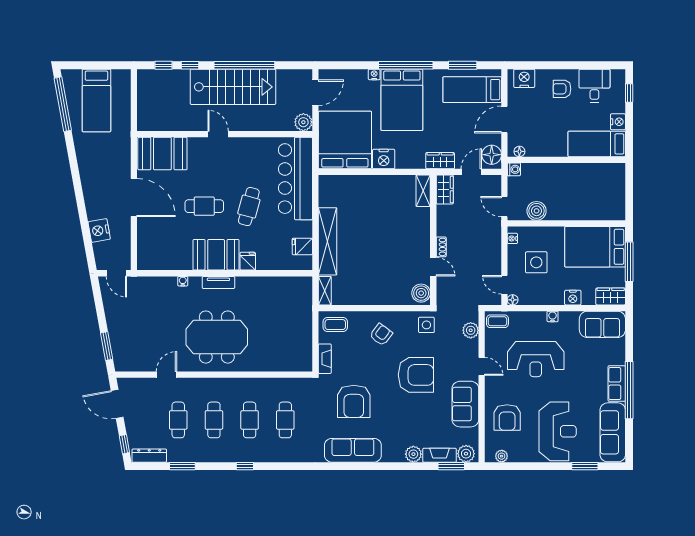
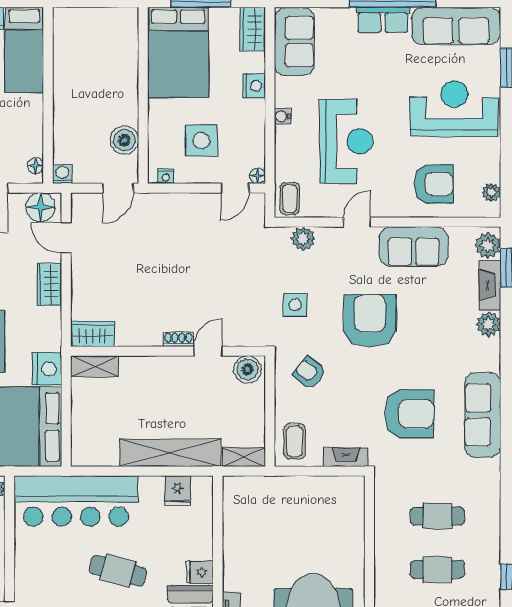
wardrobe: (445, 189) -> (92, 334), moved
shelving: (423, 191) -> (94, 366), moved
wall: (433, 240) -> (168, 351), moved
shoe rack: (441, 247) -> (178, 339), moved
door: (433, 267) -> (208, 351), moved
boiler: (421, 293) -> (247, 369), moved

